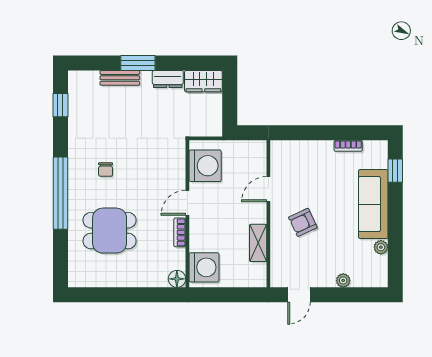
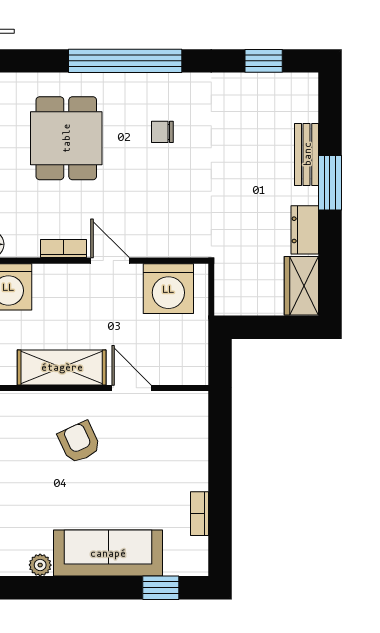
shelving: (258, 243) -> (62, 367), width x1.50, depth x1.33

